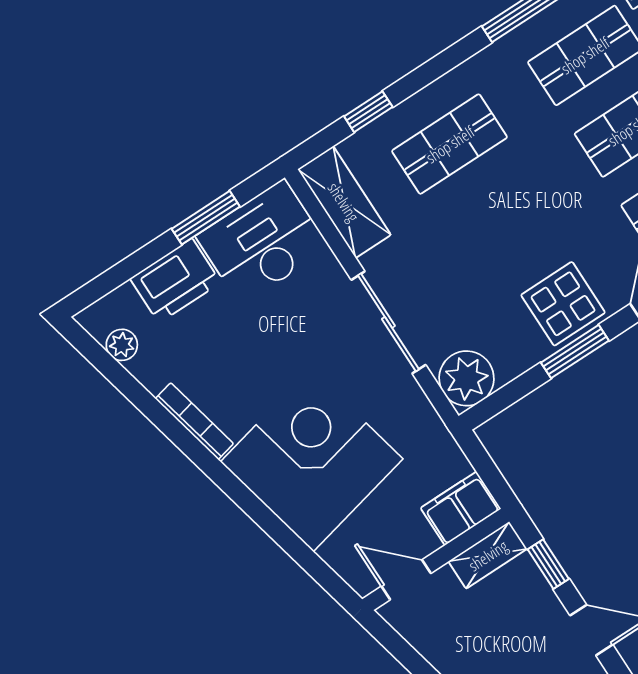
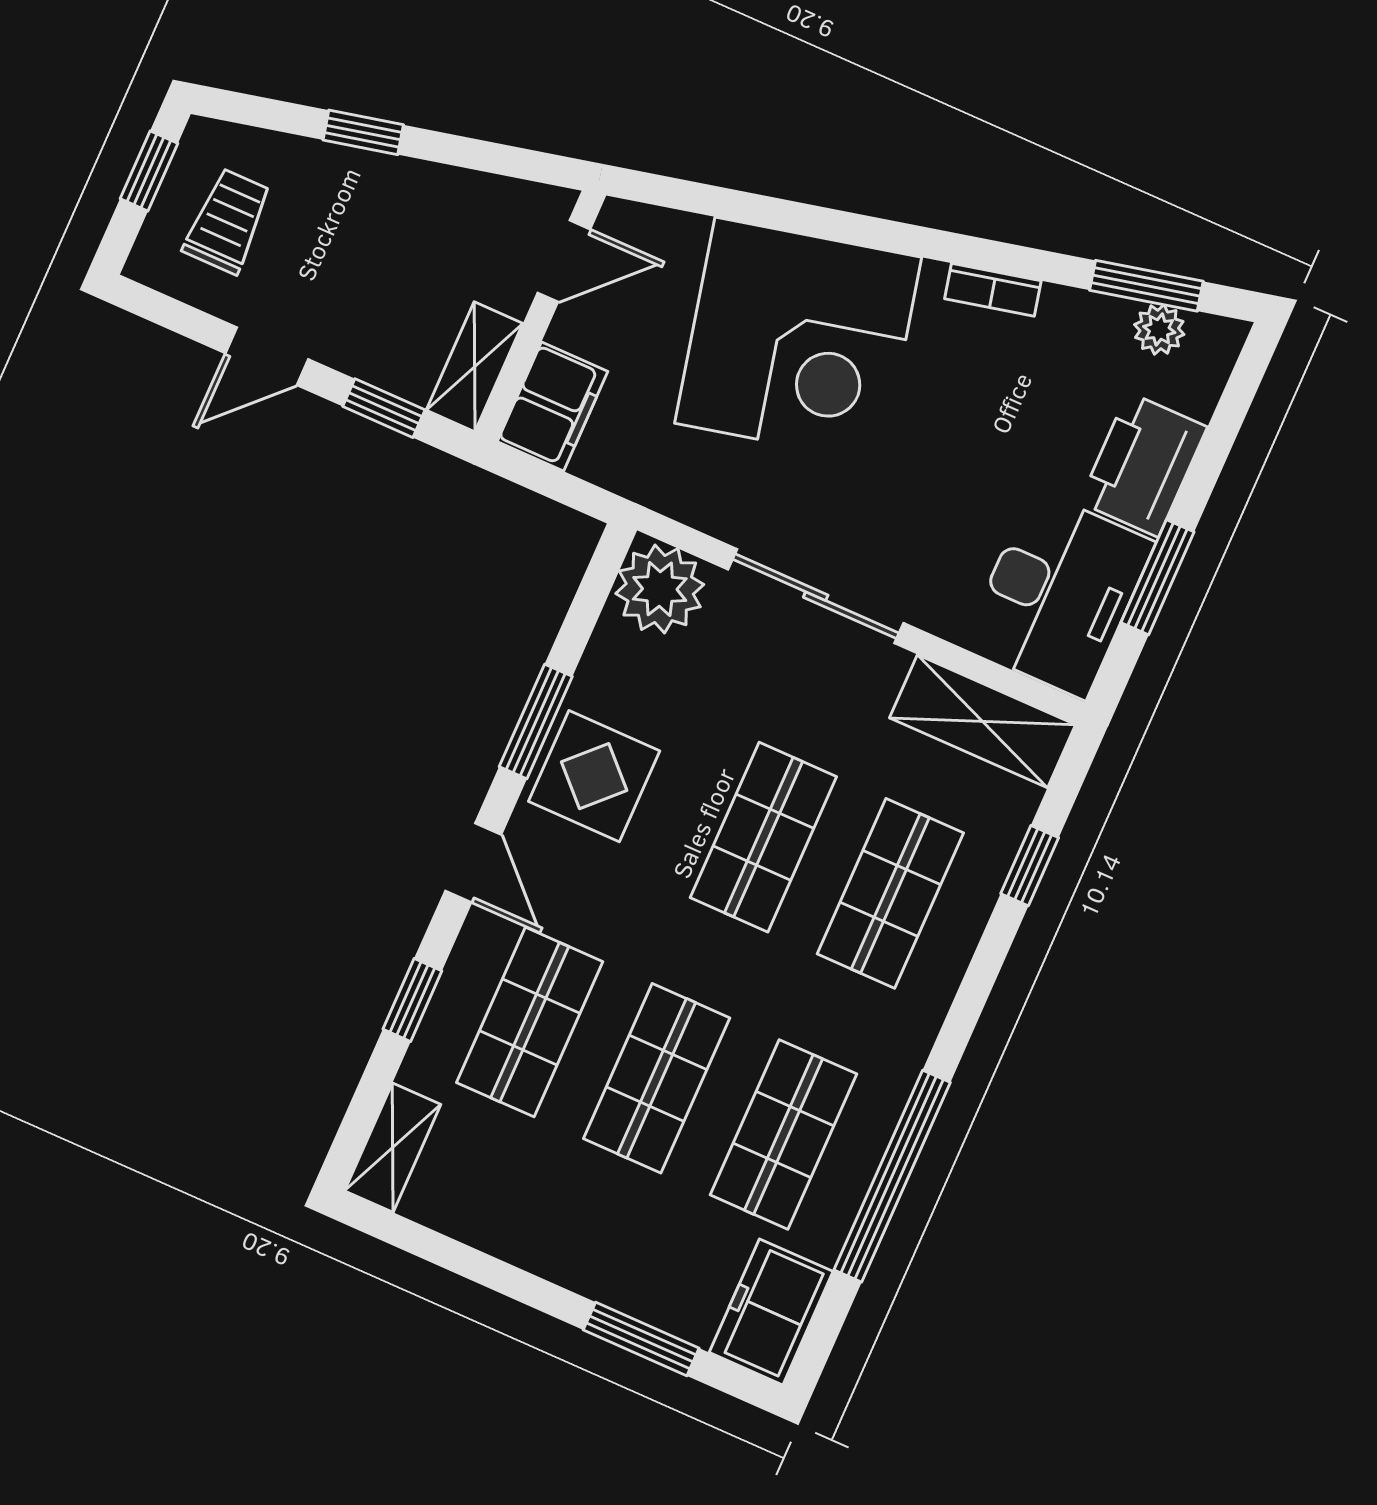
shop shelf: (496, 216) -> (763, 837), added
window: (114, 372) -> (1146, 286), added
bookcase: (194, 421) -> (993, 290), width x0.64

